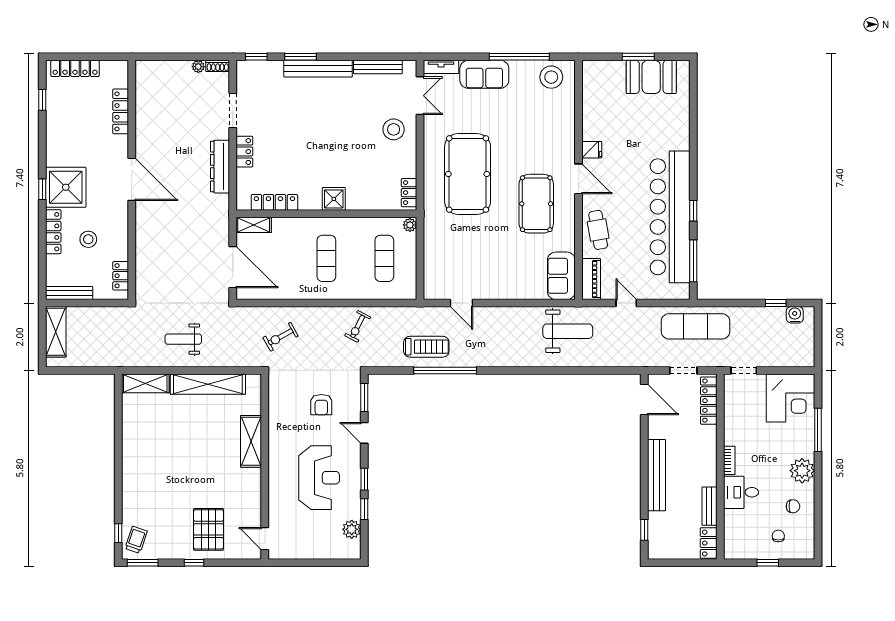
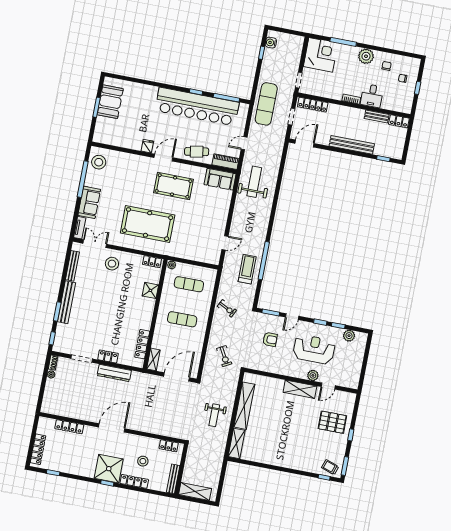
shower: (334, 199) -> (150, 290), moved
shelving: (251, 441) -> (300, 389), moved
plant: (277, 484) -> (313, 375), added
door: (265, 539) -> (328, 386), moved

